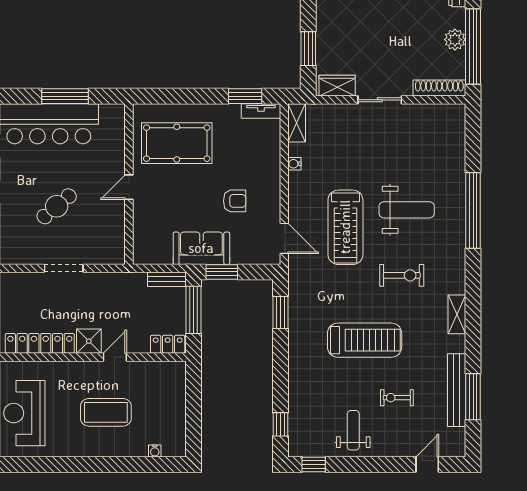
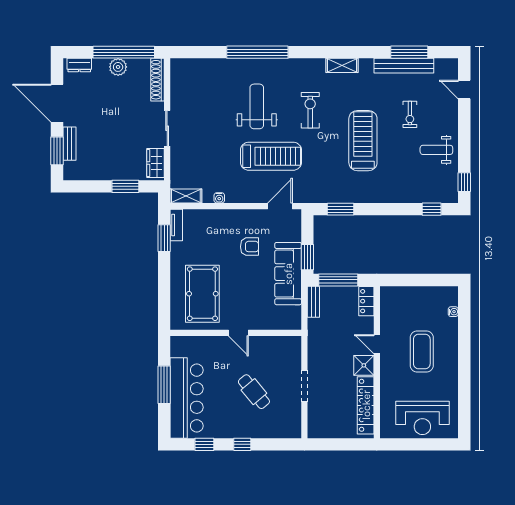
armchair: (235, 201) -> (249, 247), turned 90
sofa: (201, 248) -> (288, 274), width x1.36

